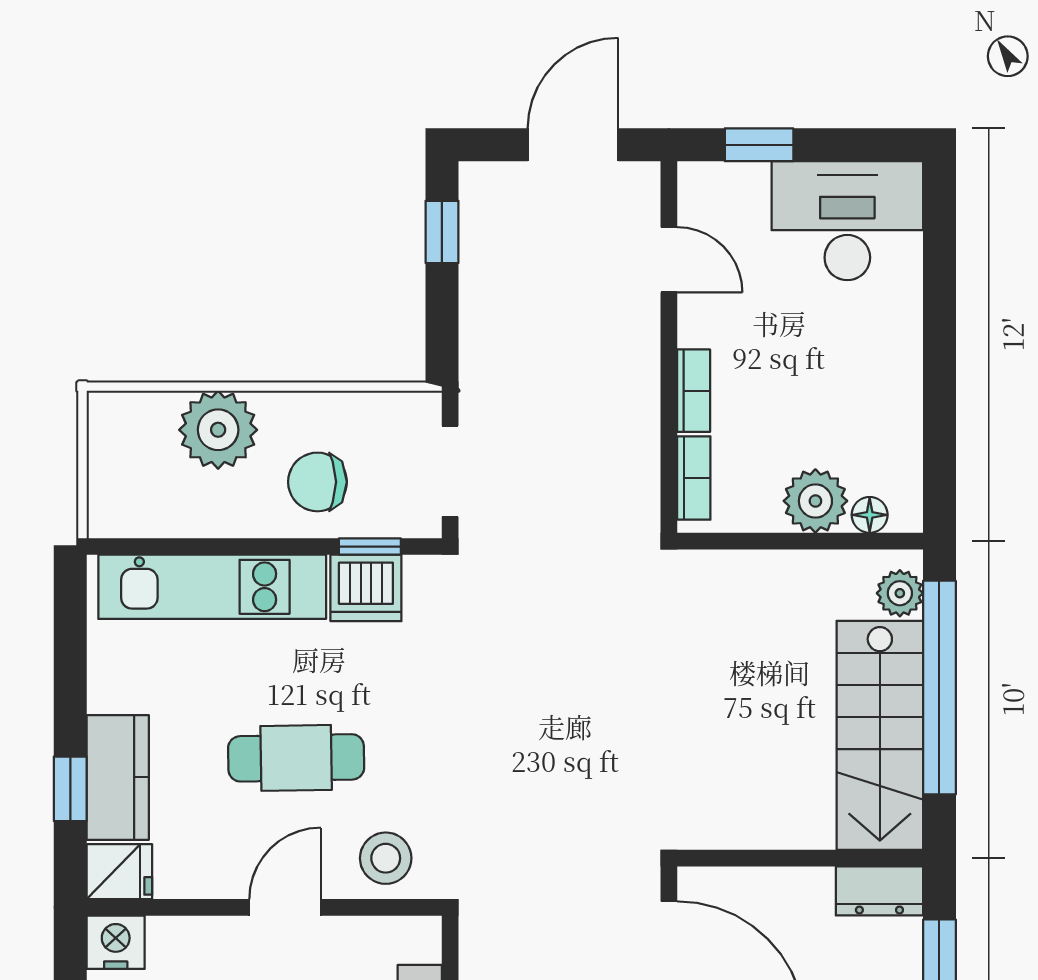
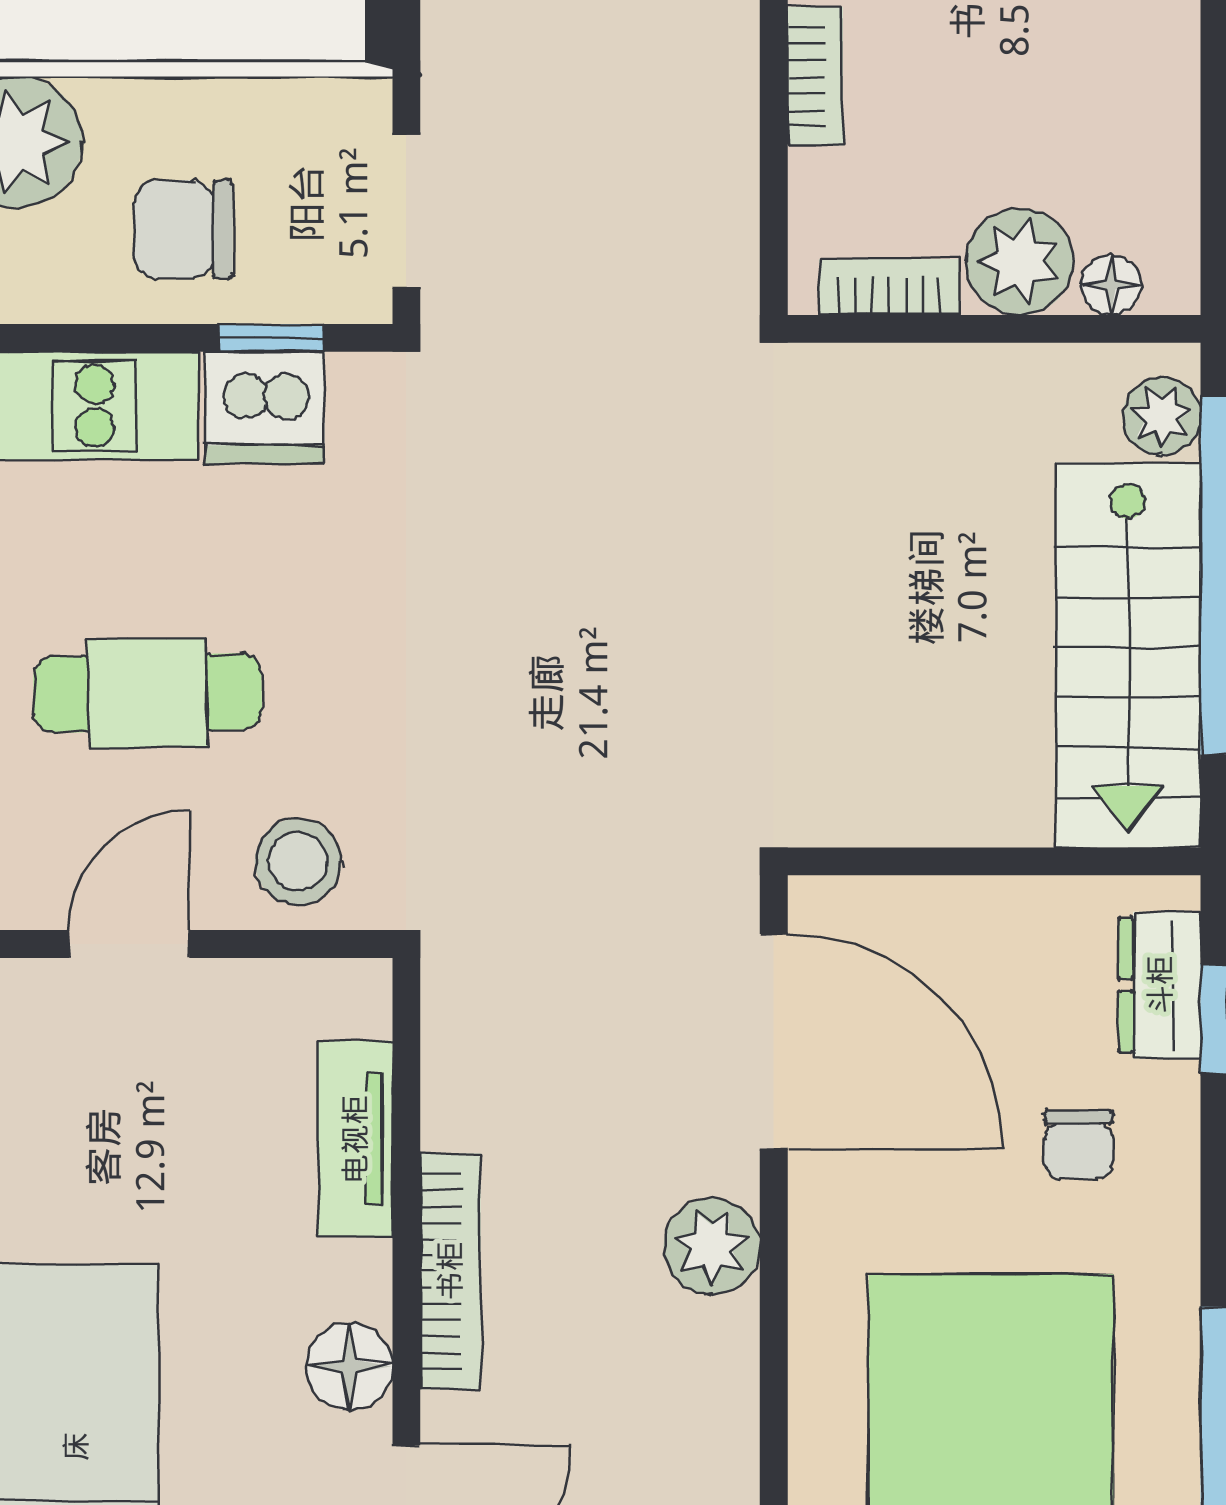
bookcase: (694, 478) -> (889, 287), moved, turned -90
dresser: (879, 891) -> (1160, 985), moved, turned 90

